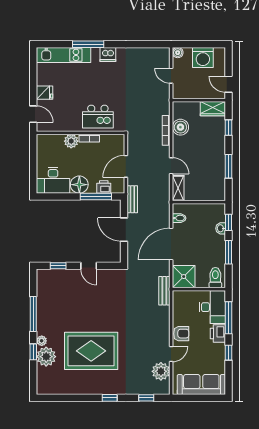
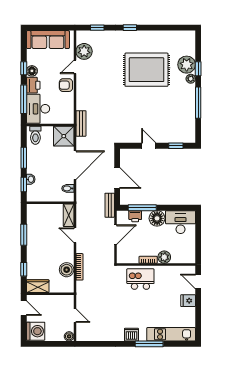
washing machine: (203, 58) -> (36, 331), moved, turned 90
floor lamp: (219, 350) -> (32, 71), added

